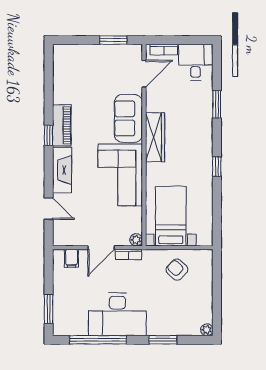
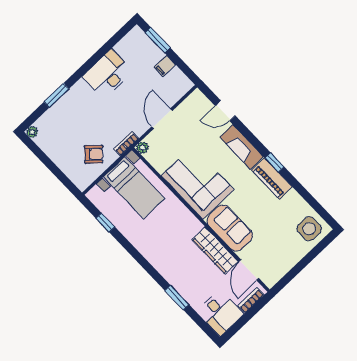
window: (113, 40) -> (293, 273), removed
side table: (70, 61) -> (309, 229), added
wardrobe: (155, 137) -> (215, 250), moved
window: (217, 167) -> (105, 223), moved
bookcase: (128, 254) -> (126, 144), moved
filing cabinet: (71, 258) -> (165, 66), moved, turned -90
desk: (117, 314) -> (108, 74), width x0.73, depth x0.77
window: (98, 340) -> (102, 52), removed

